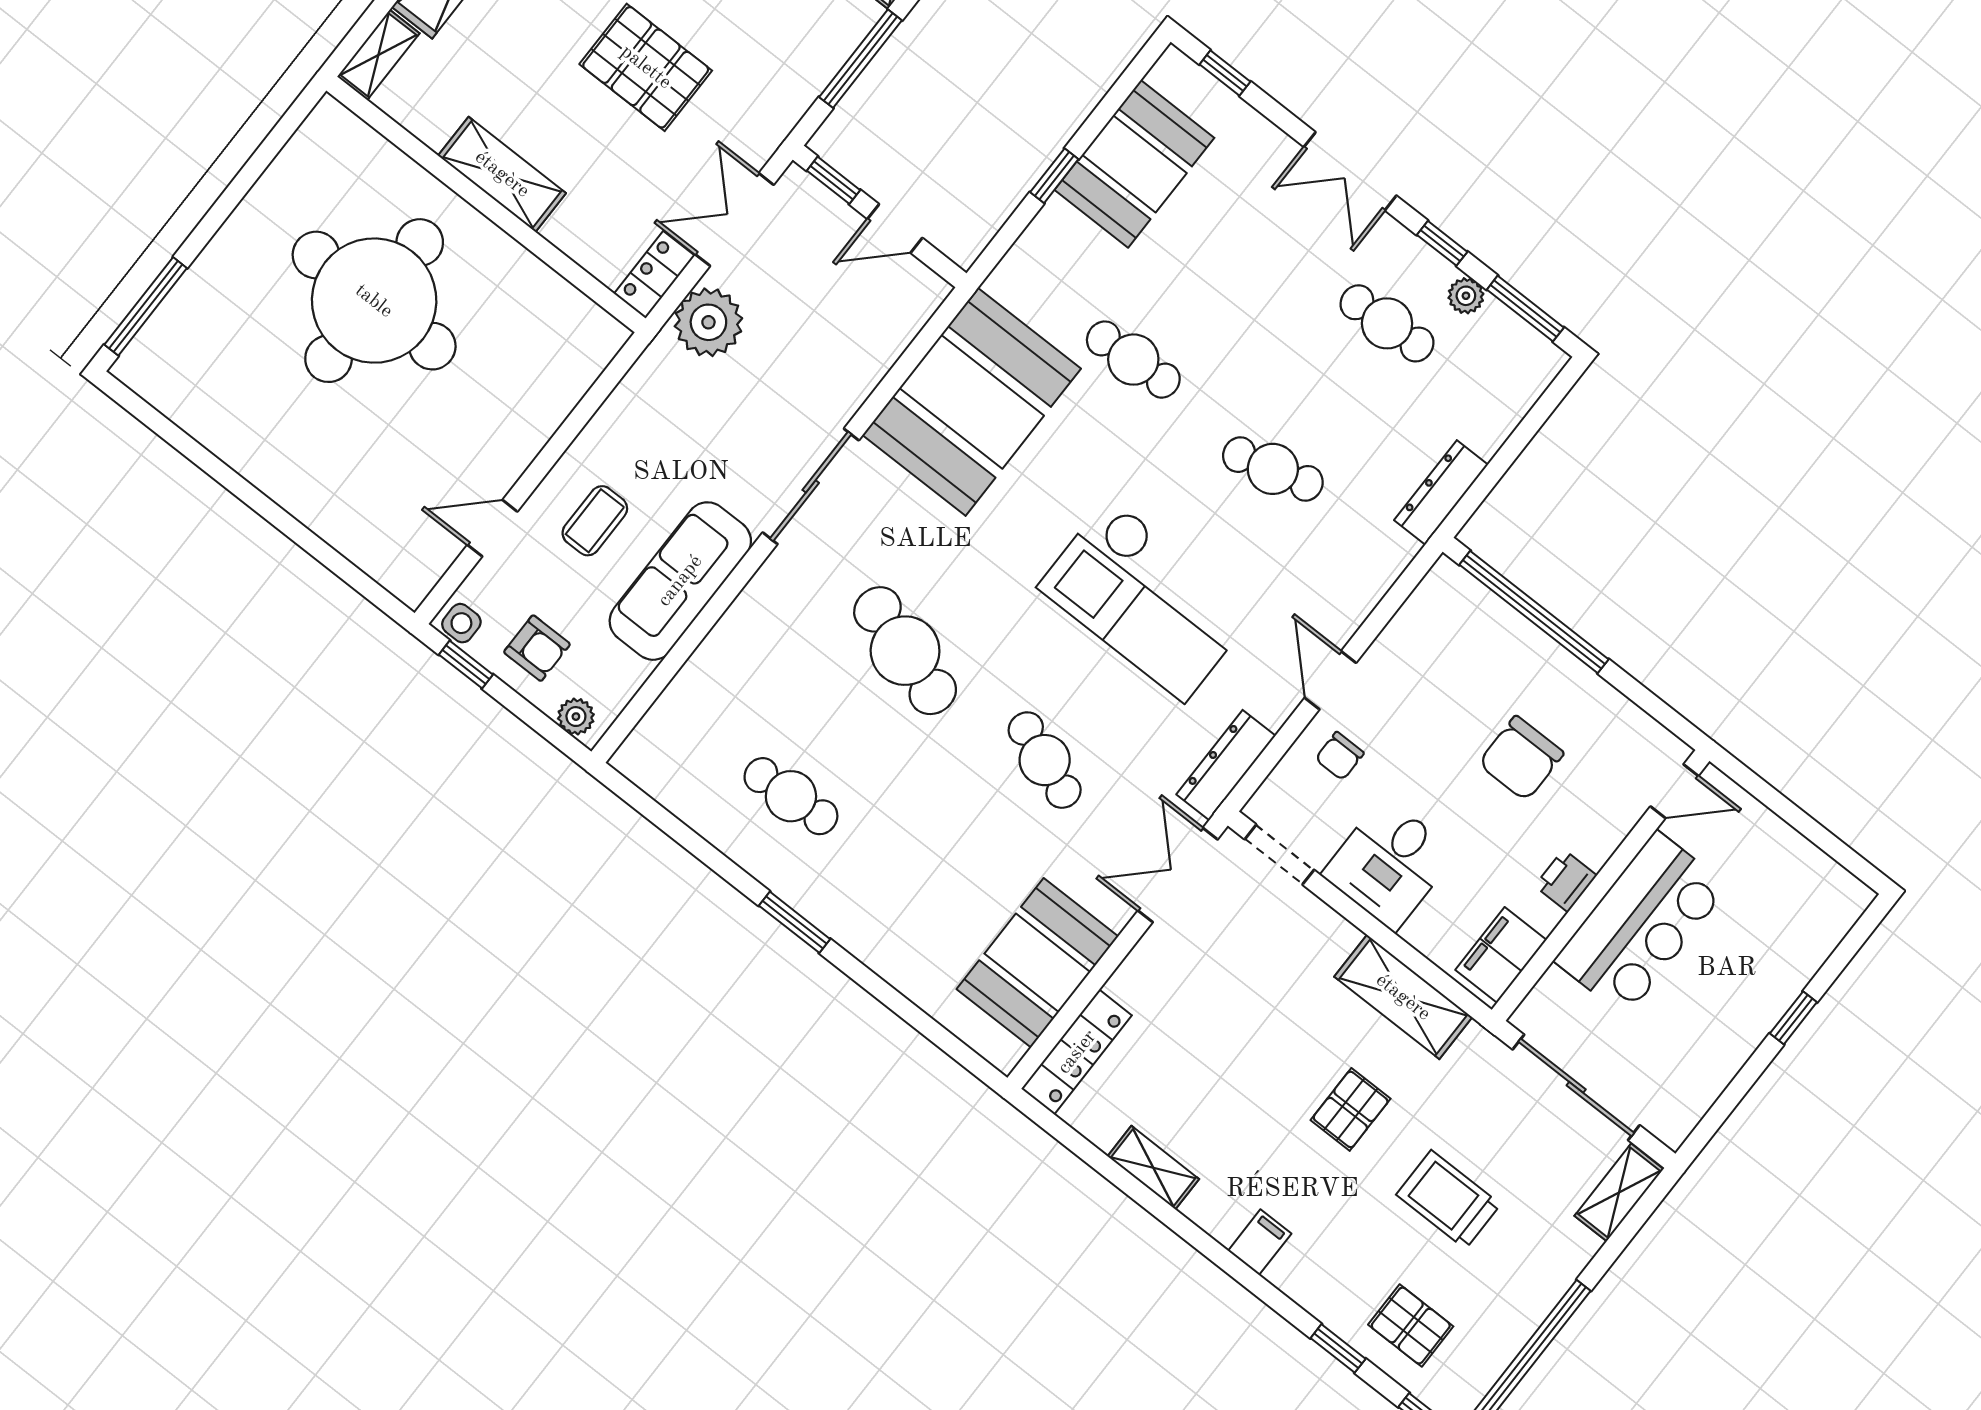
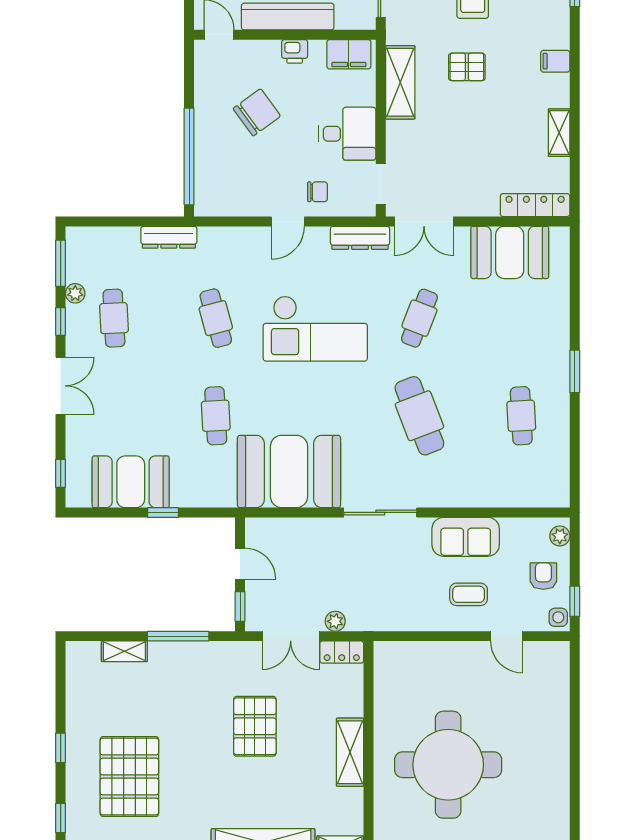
plant: (708, 322) -> (335, 621), width x0.53, depth x0.53
sofa: (680, 581) -> (466, 537), width x0.73
checkout: (1146, 599) -> (315, 329), turned 90
cafe table: (905, 651) -> (419, 416), turned -39
chair: (1521, 758) -> (257, 112), turned -36

